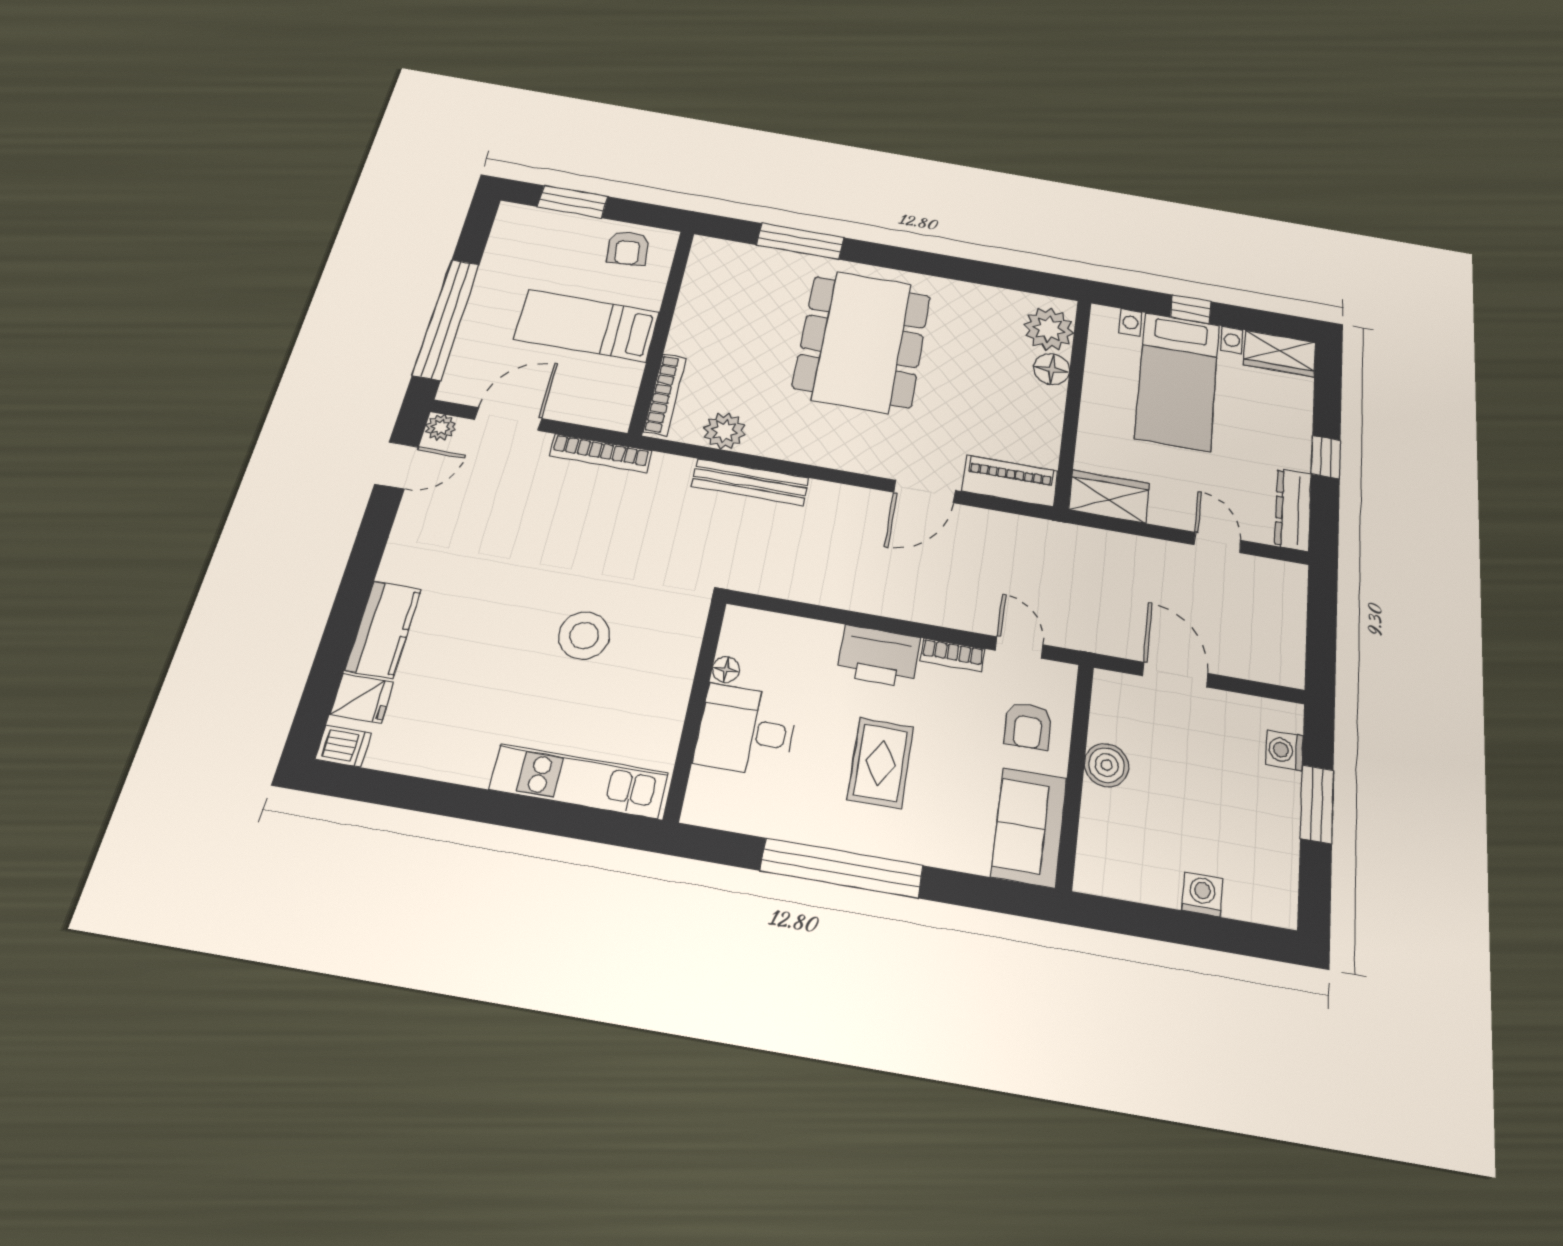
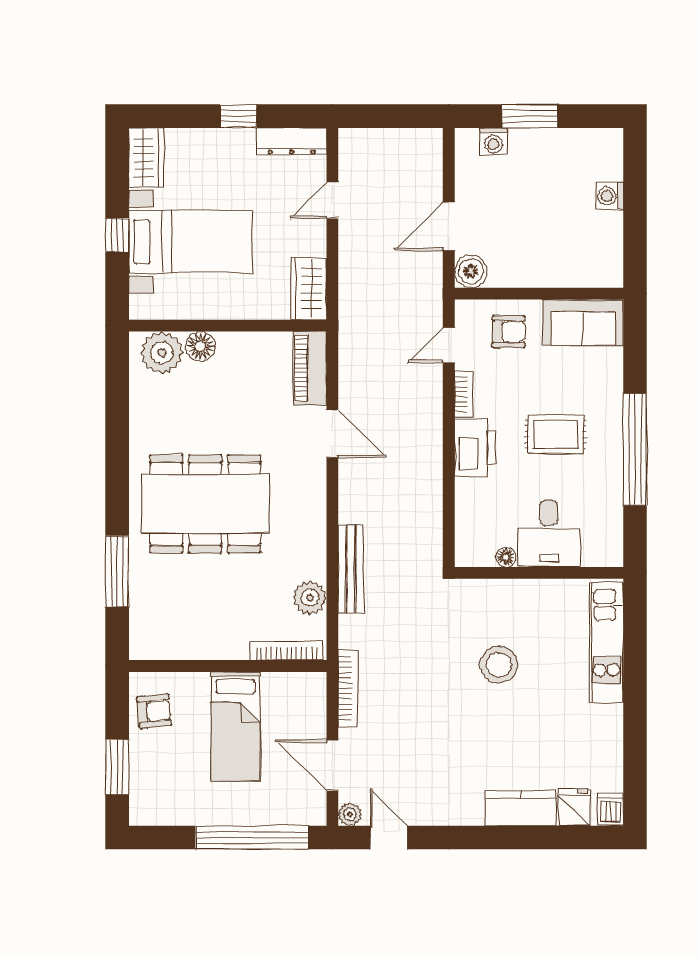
boiler: (1107, 765) -> (471, 271), moved

